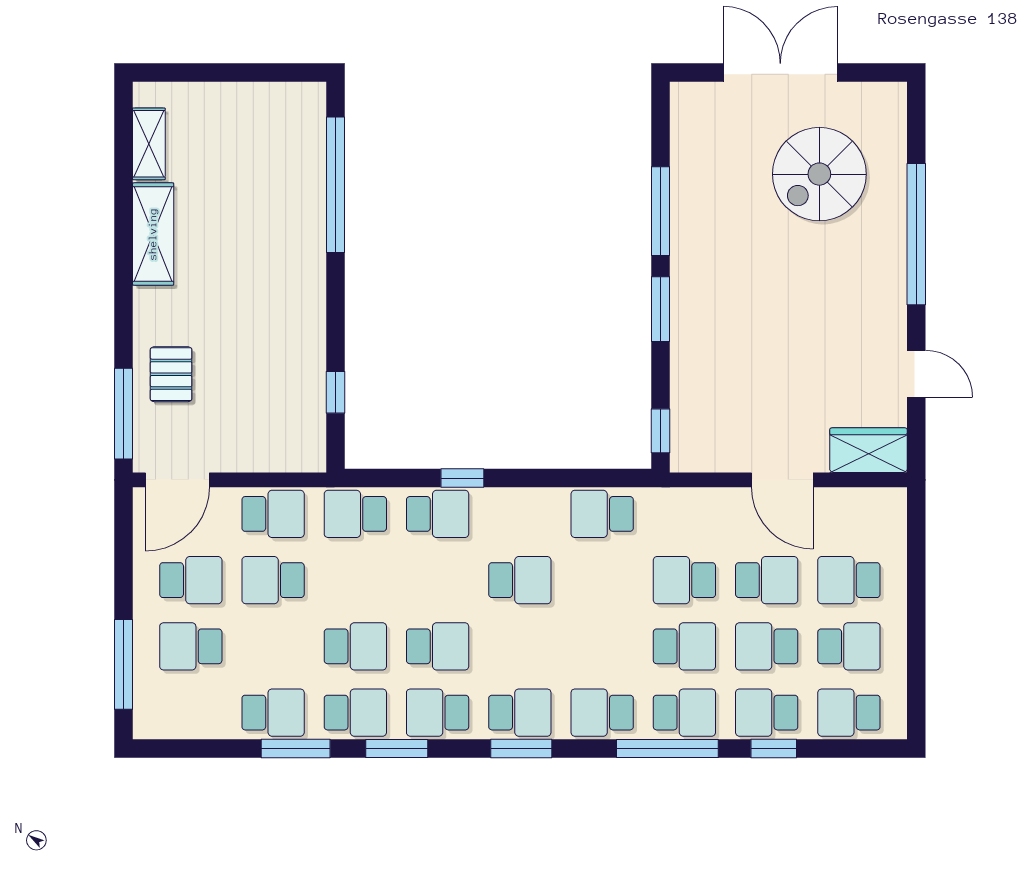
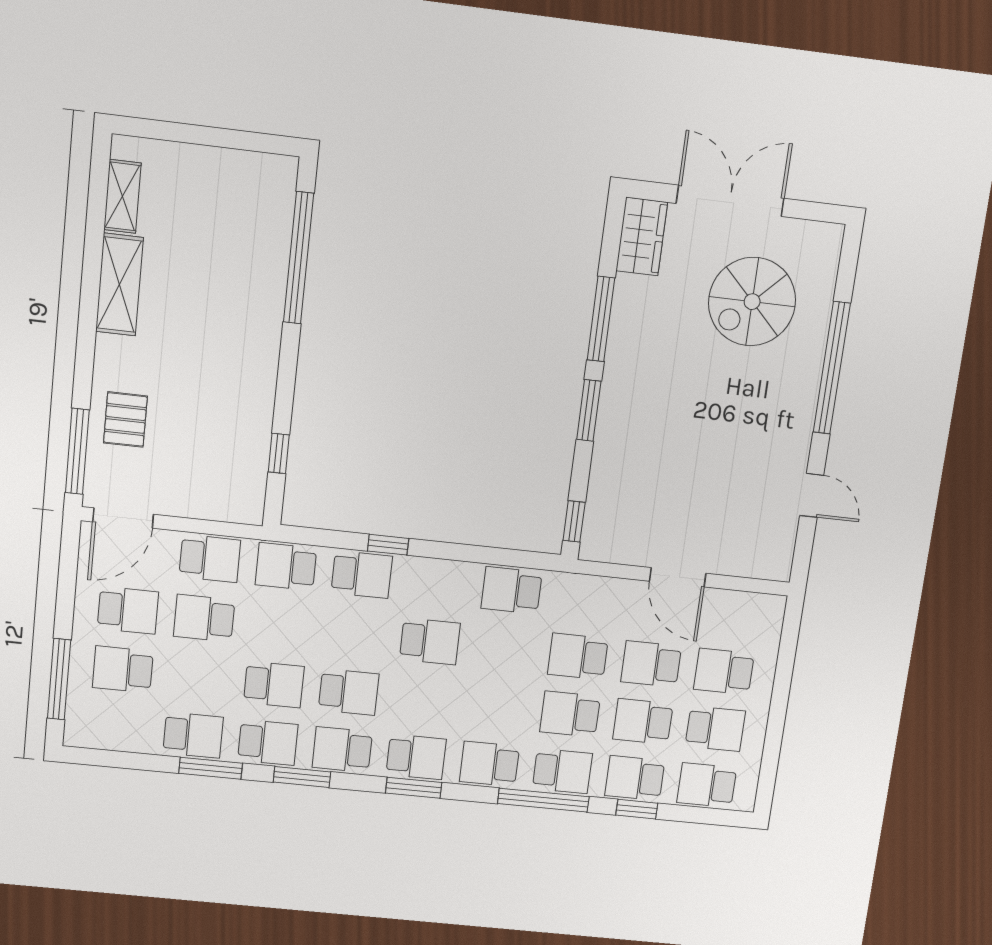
wardrobe: (868, 450) -> (642, 237), moved, turned 90
school desk: (767, 580) -> (651, 664), turned 180
school desk: (684, 646) -> (570, 714), turned 180

